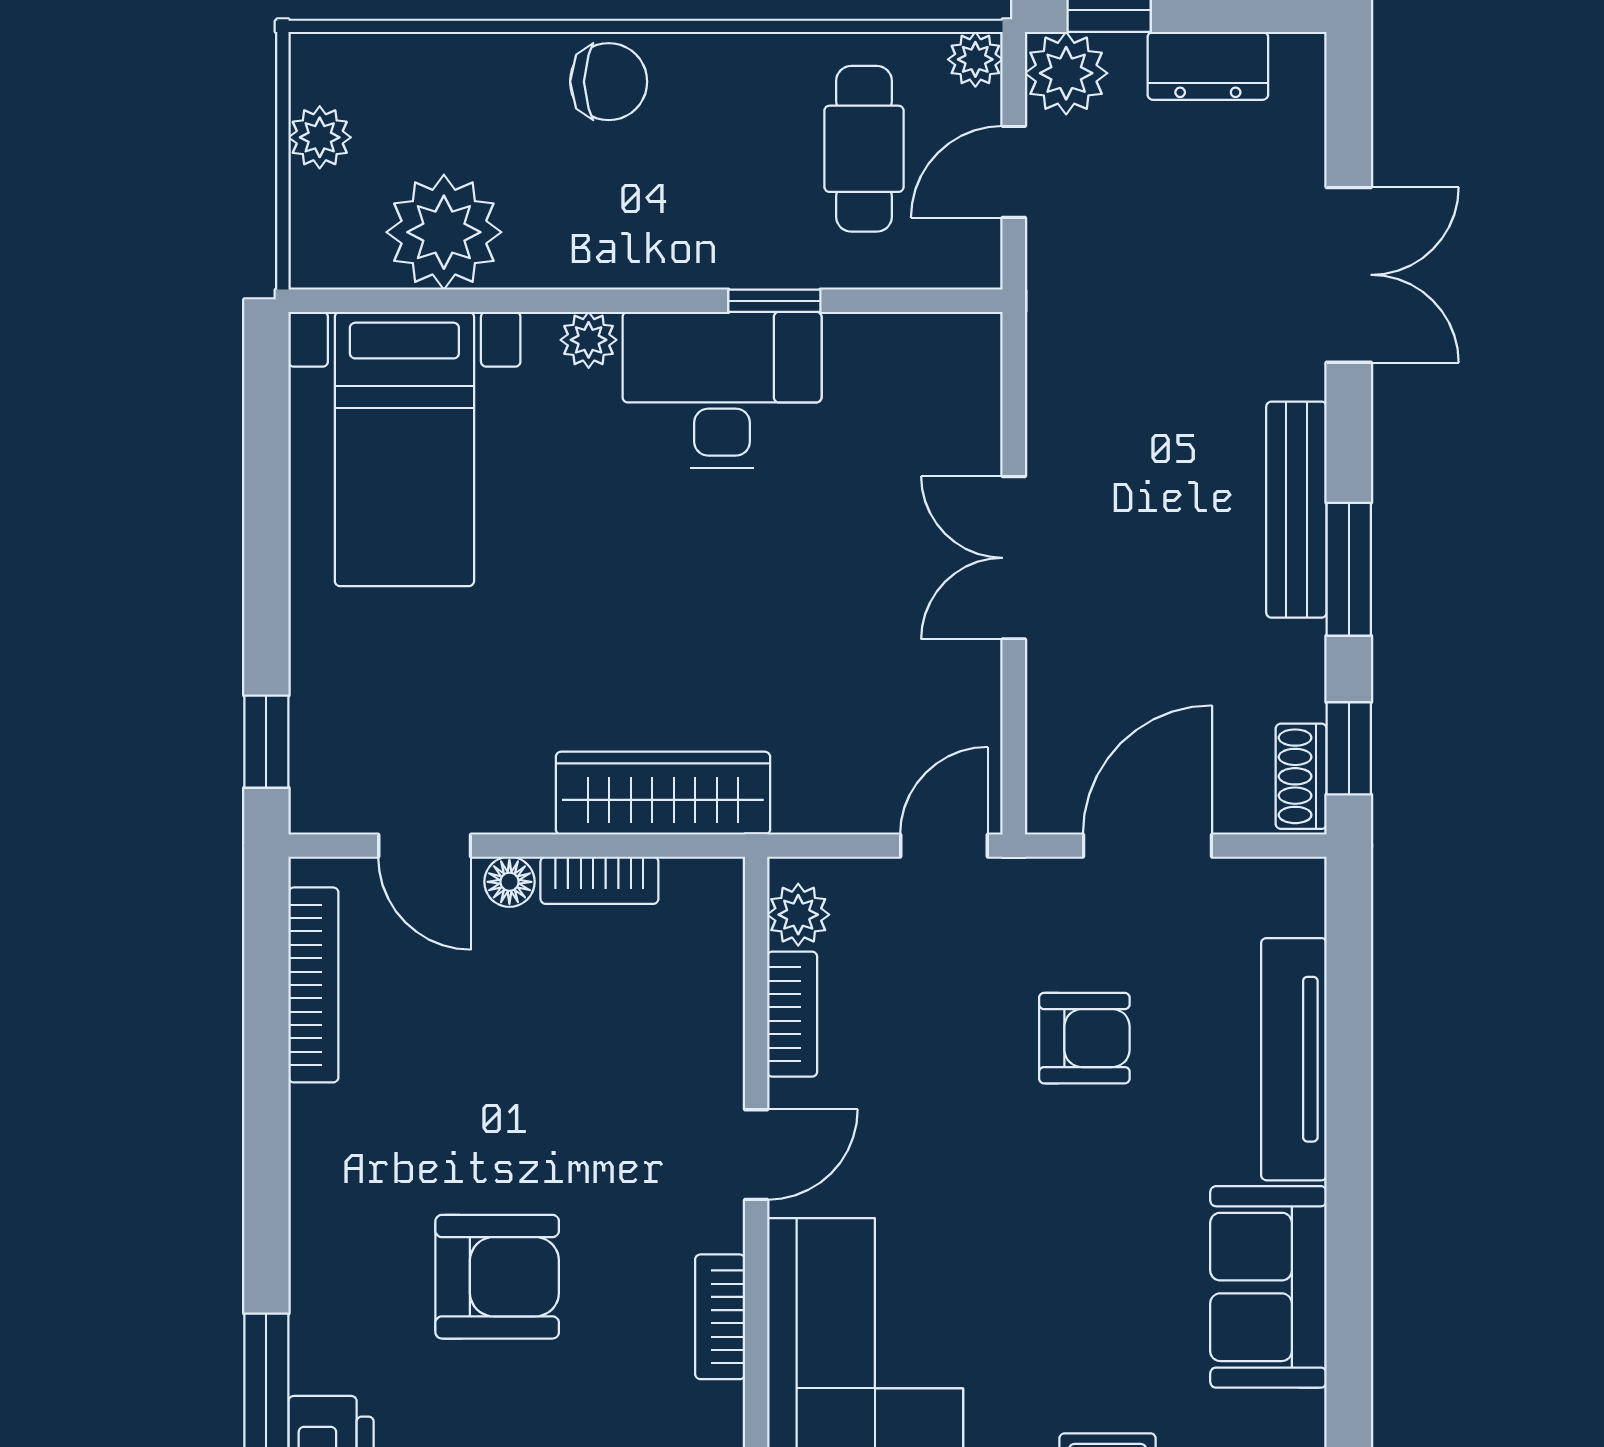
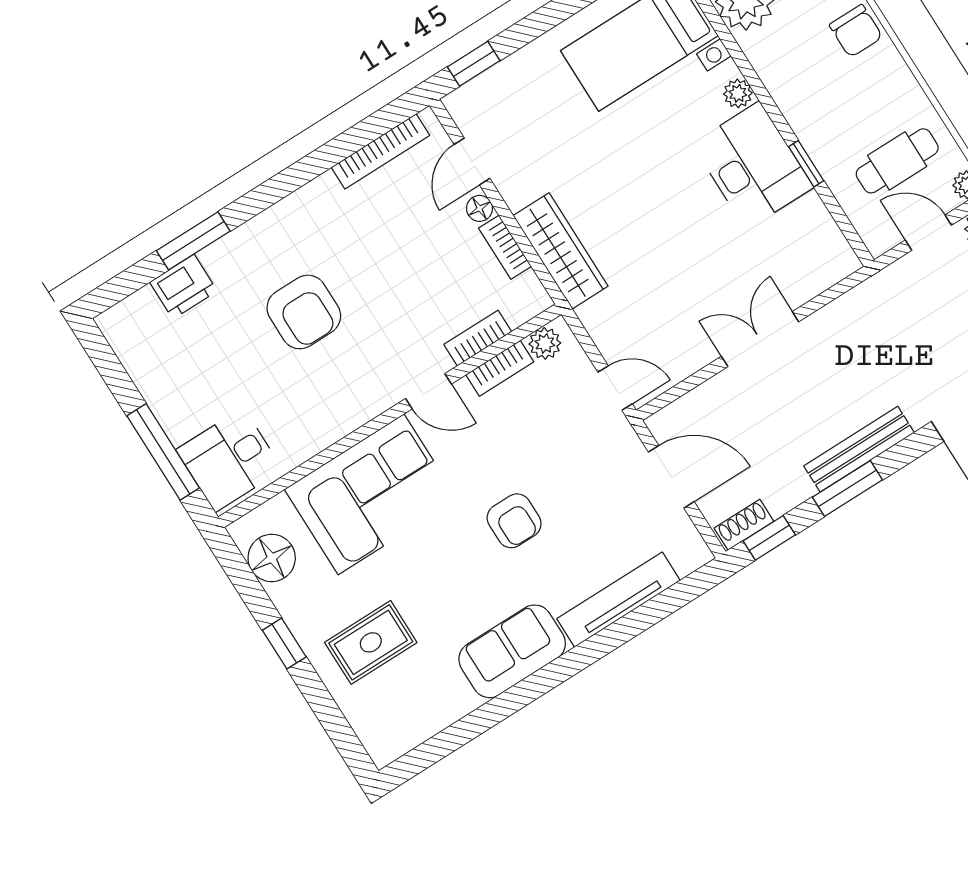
armchair: (1084, 1038) -> (514, 521), moved
bookcase: (720, 1317) -> (478, 338), moved

